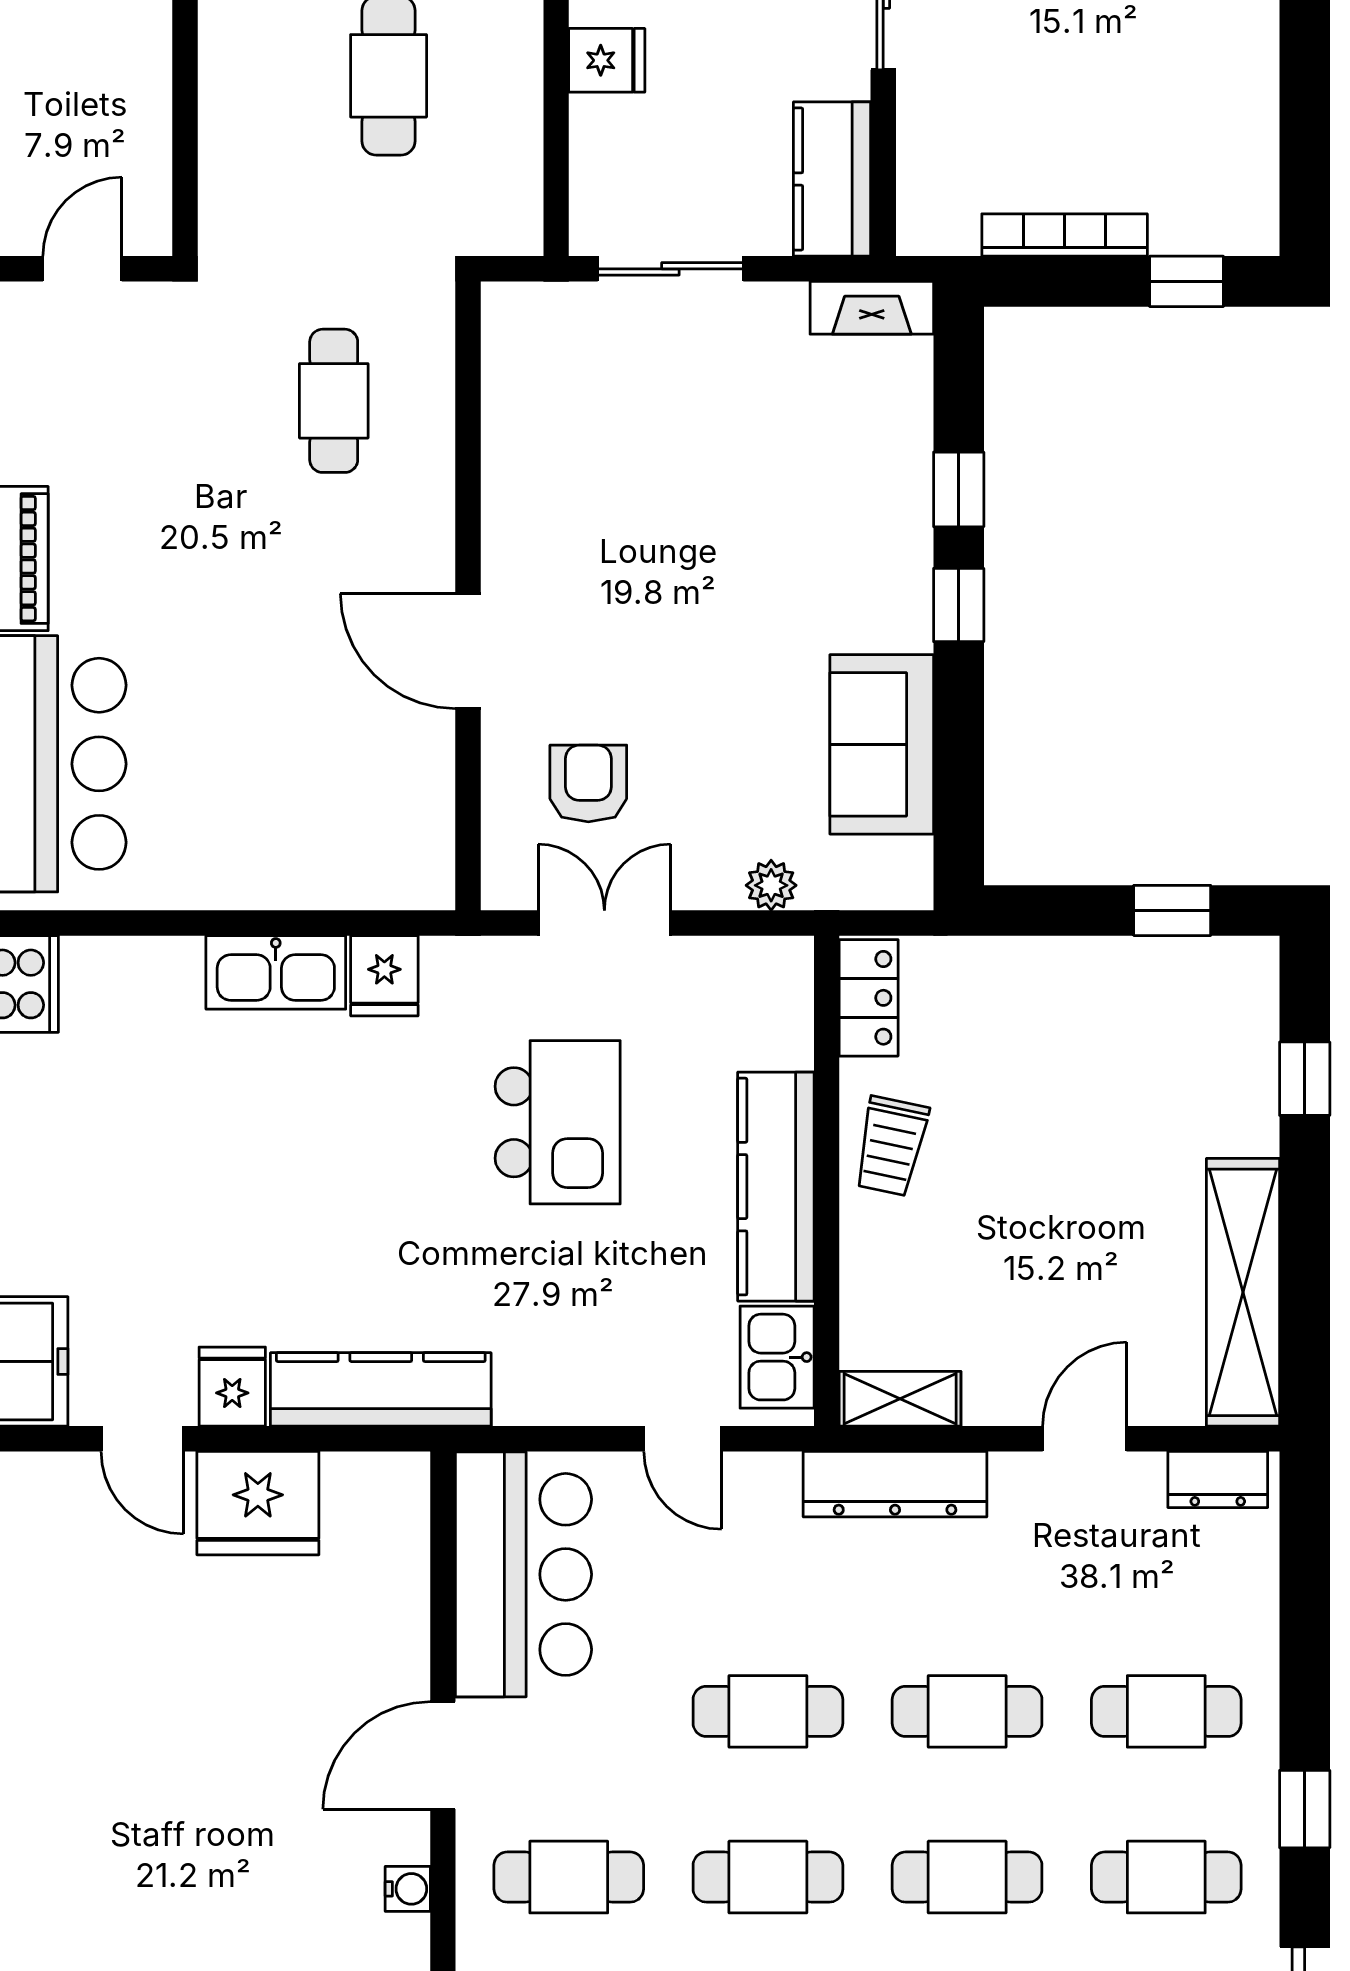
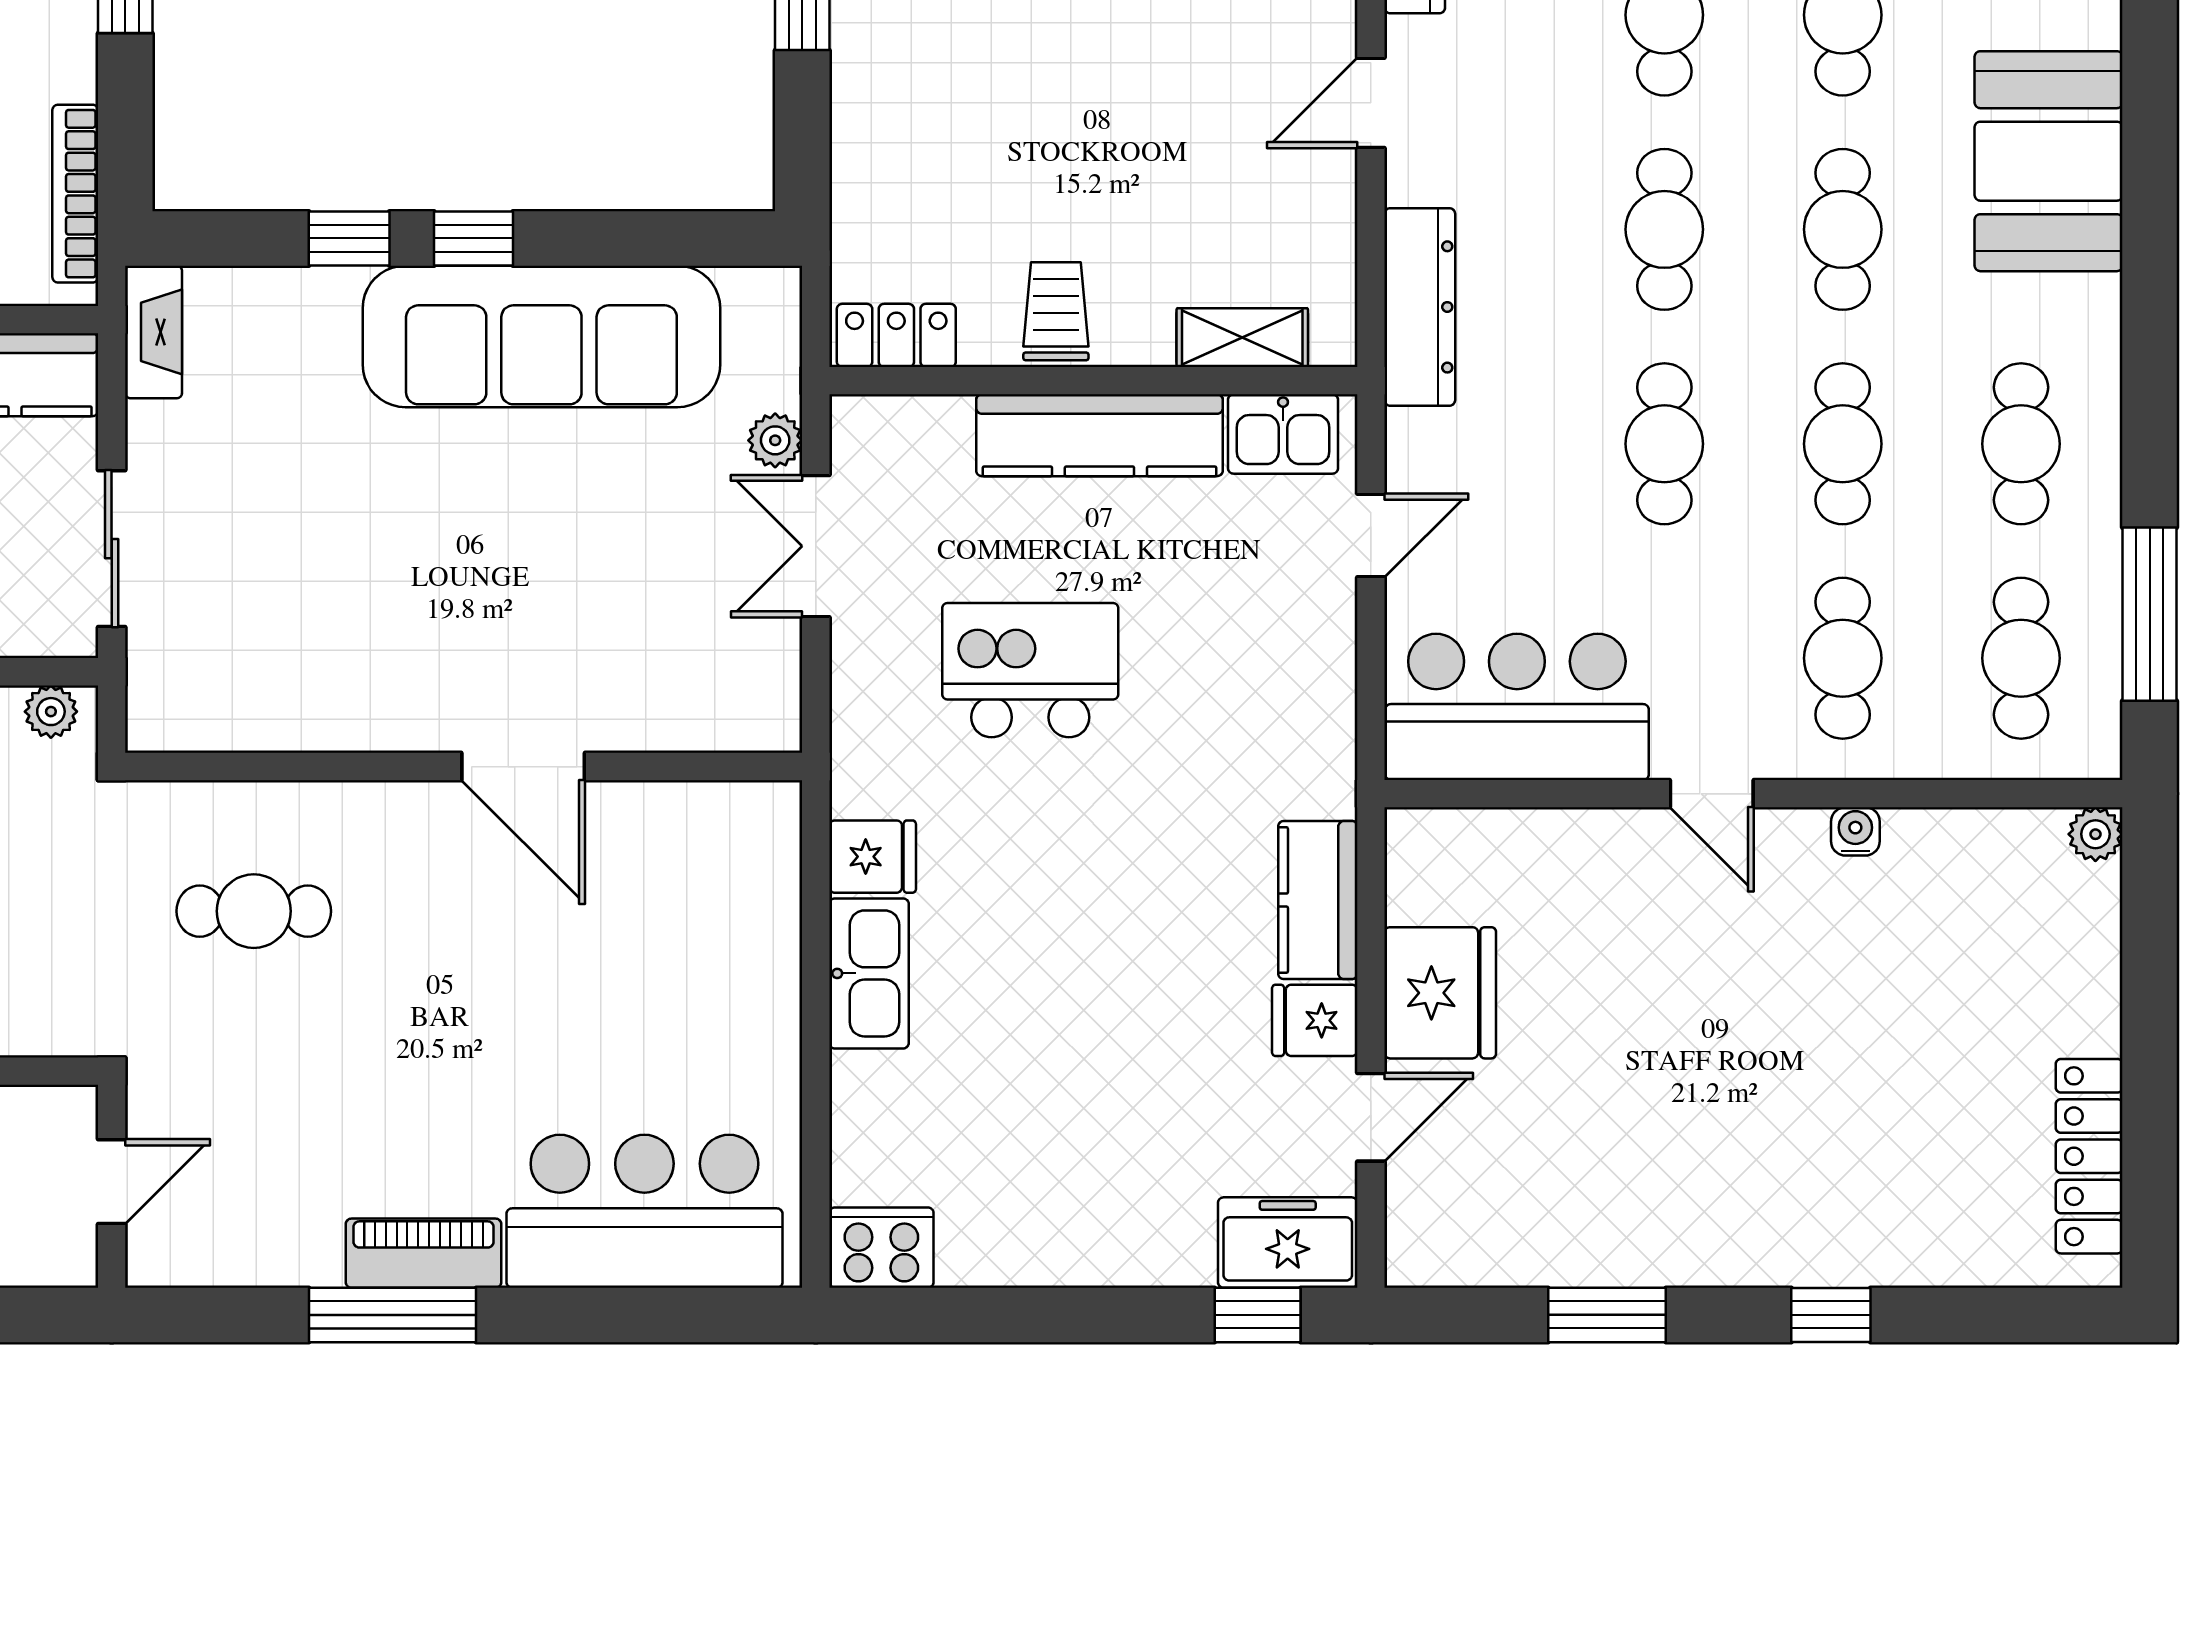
plant: (519, 212) -> (51, 712), added
bookcase: (1065, 235) -> (75, 194), moved
door: (82, 269) -> (112, 1182), swing flipped
door: (468, 651) -> (523, 767), hinge flipped
sofa: (882, 744) -> (541, 336), width x1.85, depth x1.27
armchair: (588, 783) -> (666, 637), removed
double door: (604, 923) -> (816, 546), moved
trolley: (891, 1146) -> (1056, 311), turned -102
kitchen counter: (381, 1389) -> (1318, 900), width x0.67
shelving: (900, 1399) -> (1242, 338), moved, turned 90
door: (1085, 1439) -> (1371, 103), hinge flipped
door: (443, 1755) -> (1712, 794), width x0.73

